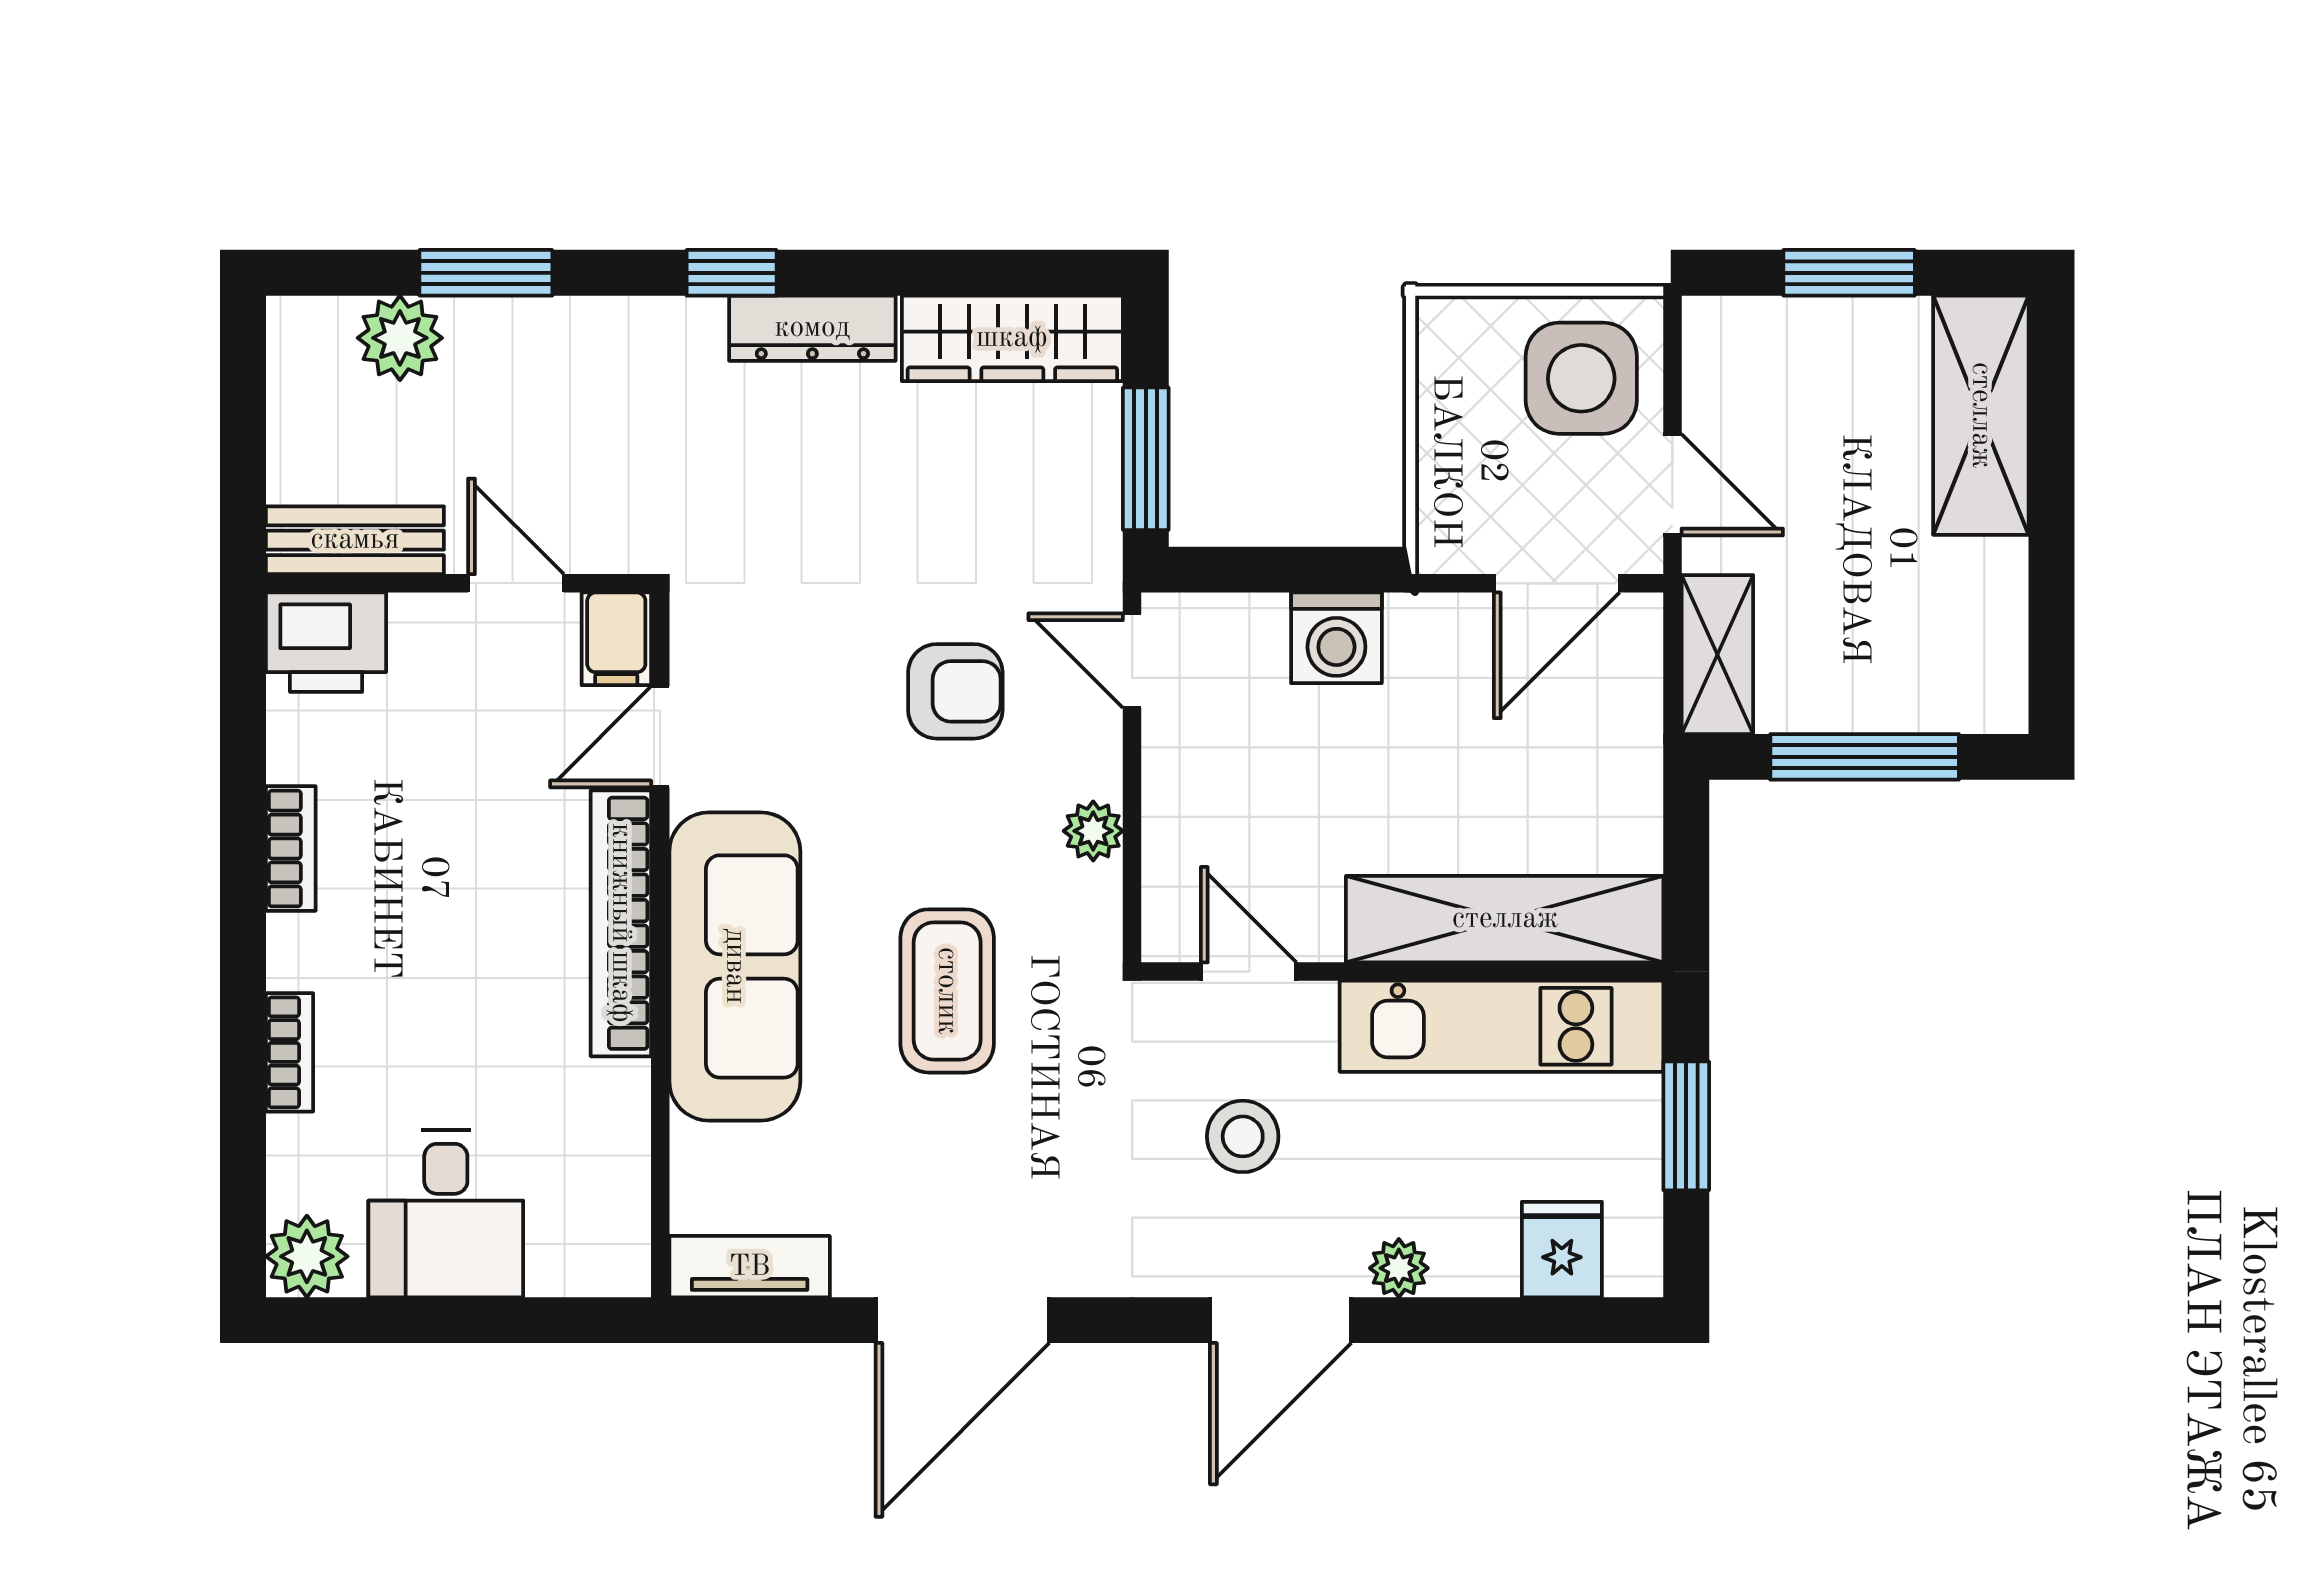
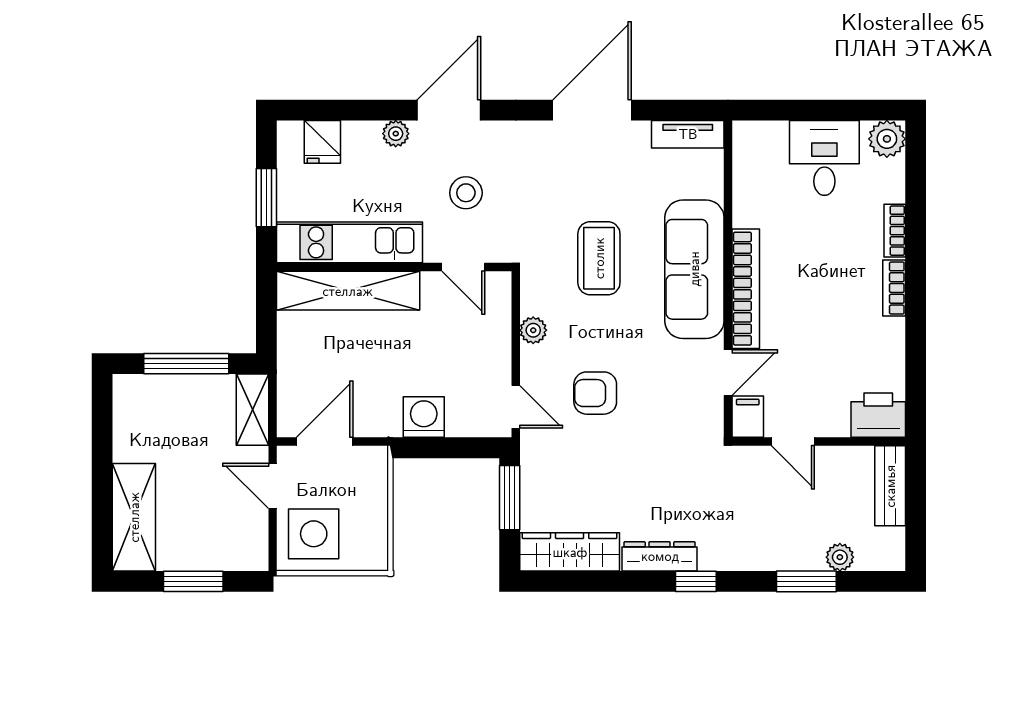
plant: (400, 338) -> (840, 557), width x0.73, depth x0.73
bench: (355, 540) -> (890, 486), moved, turned 90
bookcase: (291, 849) -> (894, 288), moved

